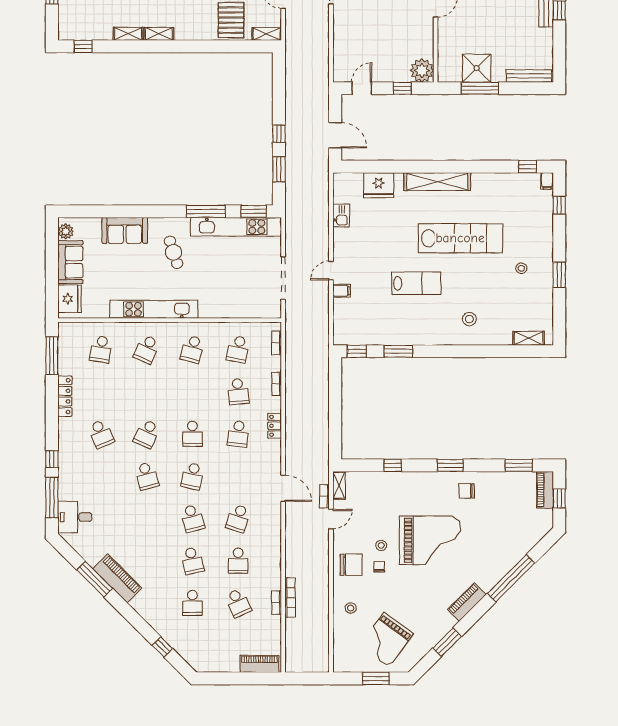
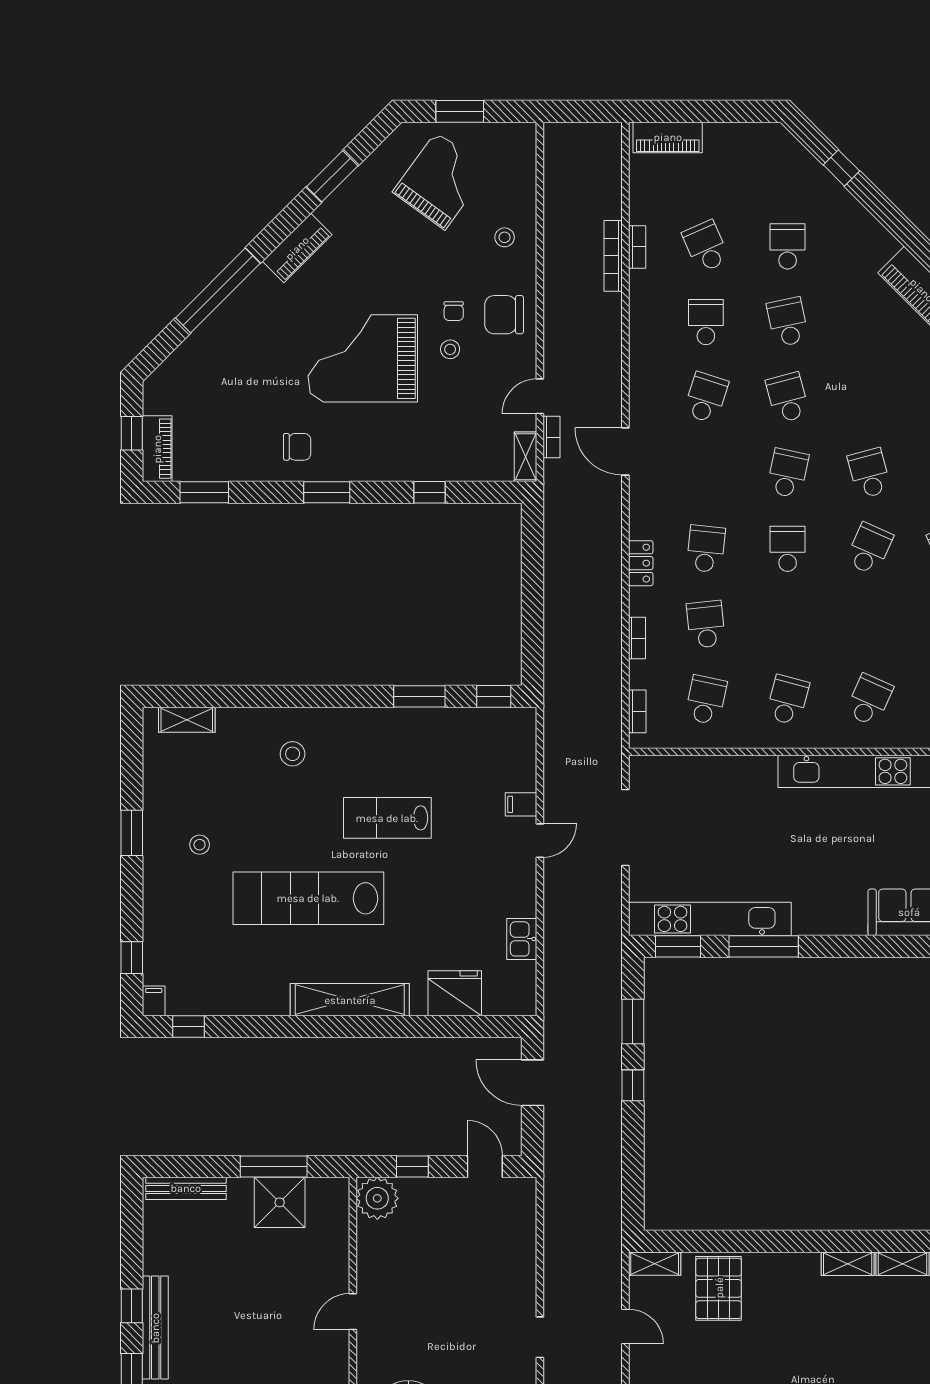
door: (362, 88) -> (485, 1166), swing flipped
cafe table: (174, 252) -> (821, 873), removed

